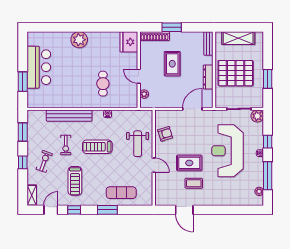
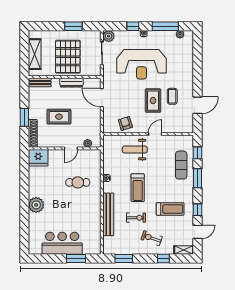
weight bench: (138, 144) -> (135, 150), turned 180
window: (23, 162) -> (163, 258), moved
door: (51, 210) -> (198, 232), swing flipped
window: (134, 210) -> (198, 153), added

